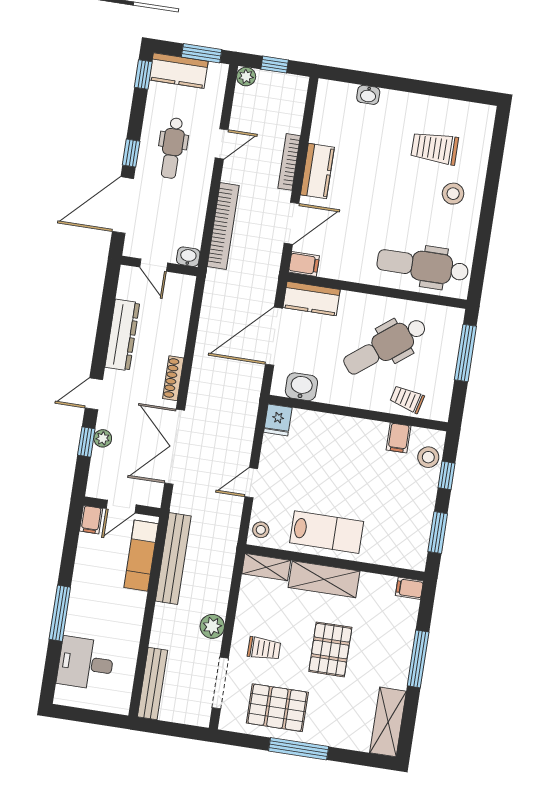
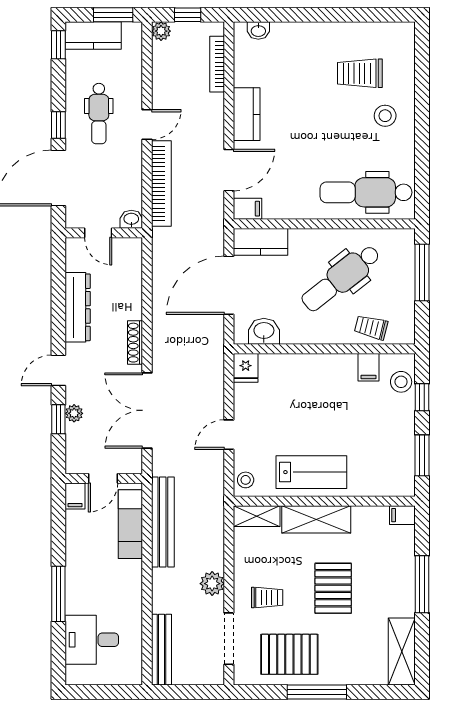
washbasin: (368, 95) -> (258, 31), moved
door: (222, 144) -> (147, 125), moved
bookcase: (289, 162) -> (217, 64), moved

